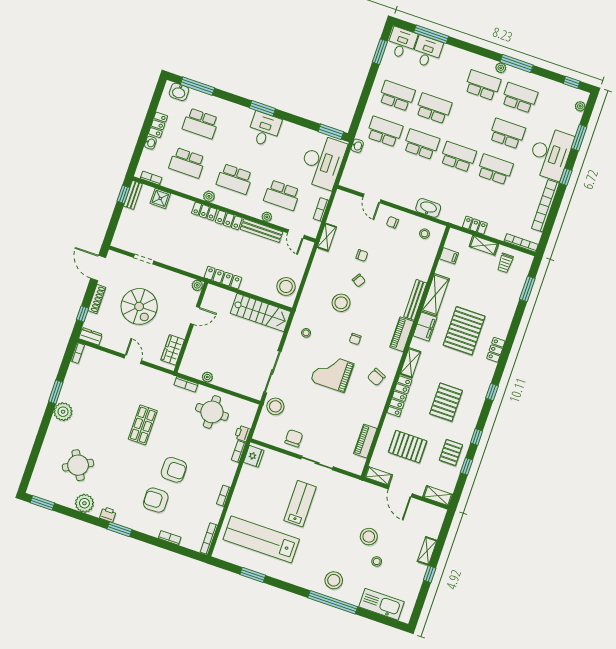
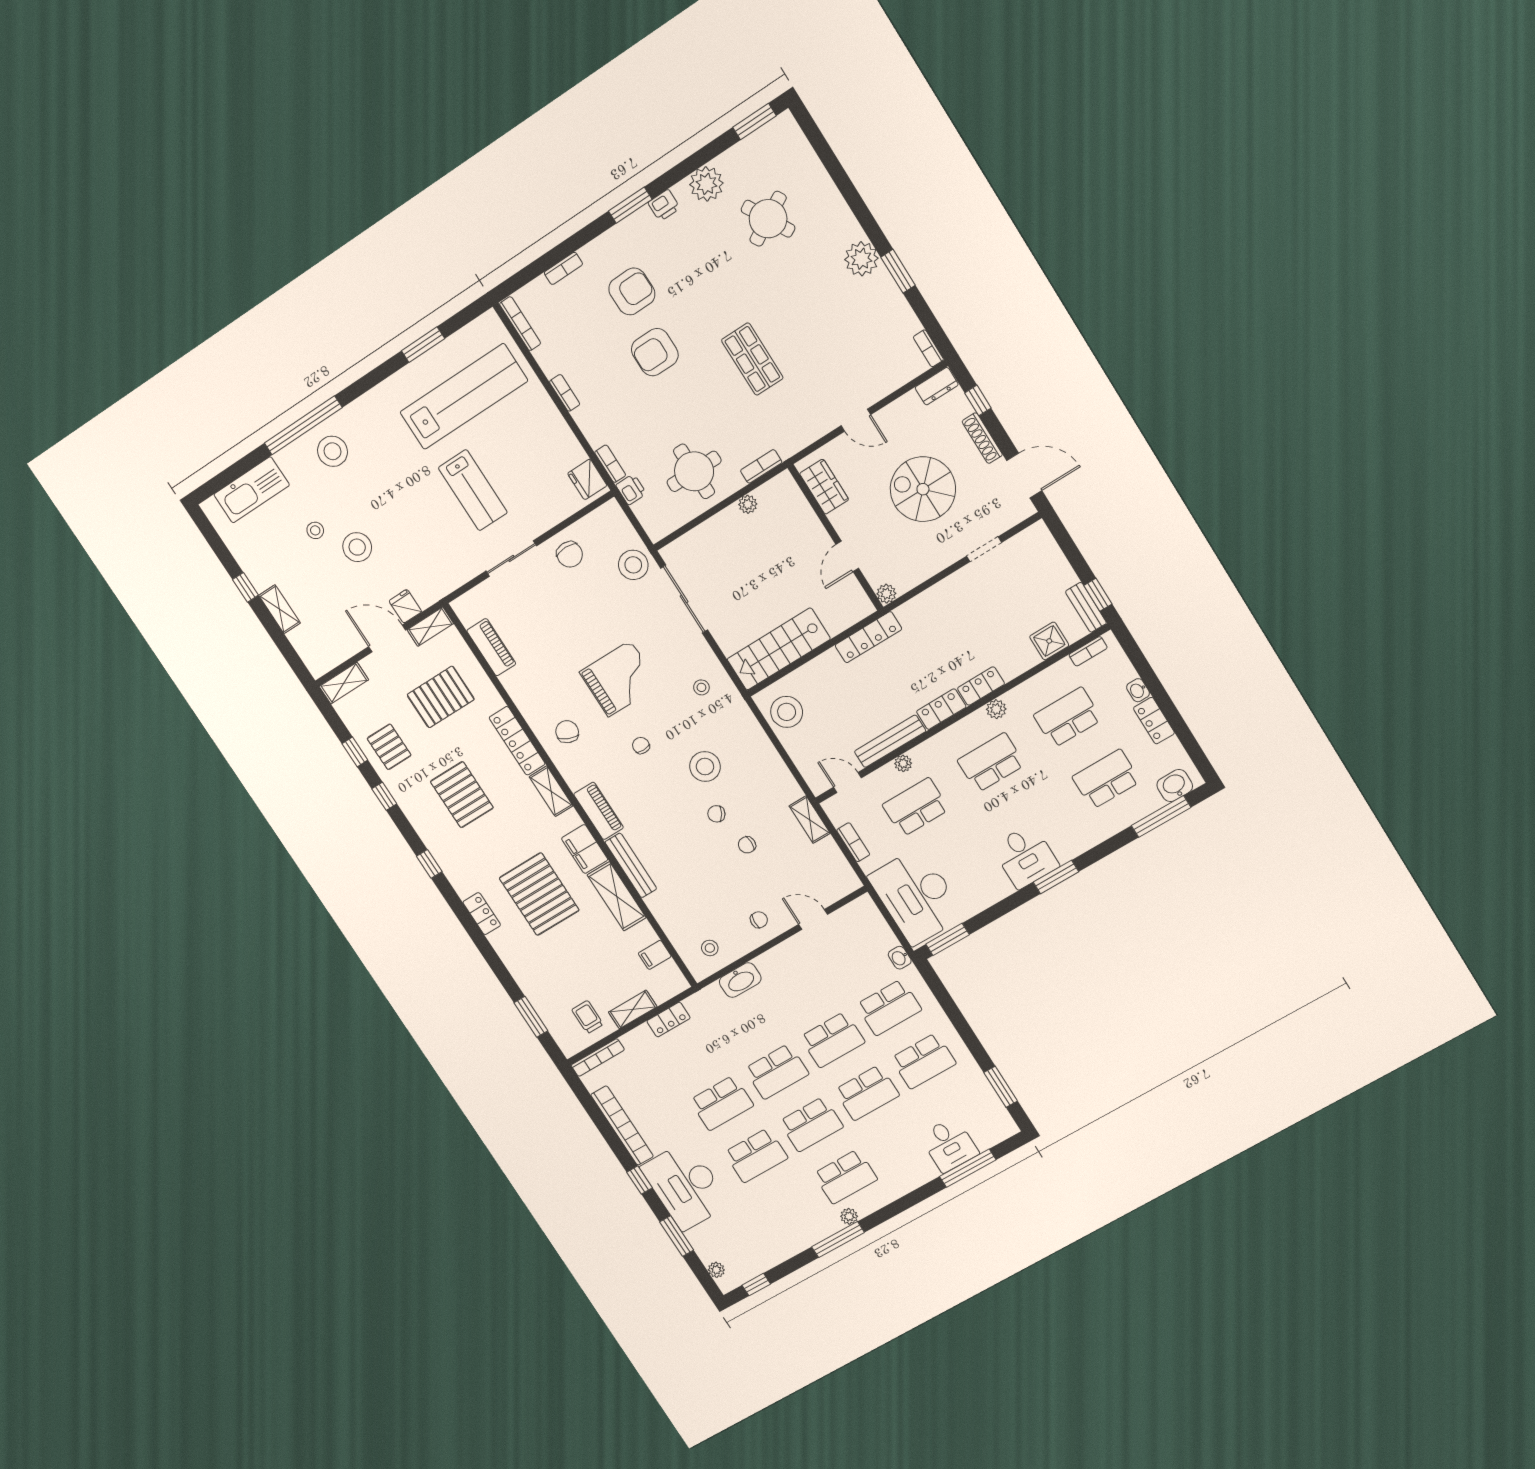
desk: (402, 43) -> (988, 1123), removed
school desk: (519, 98) -> (811, 1124), moved
fridge: (378, 494) -> (405, 606), added

